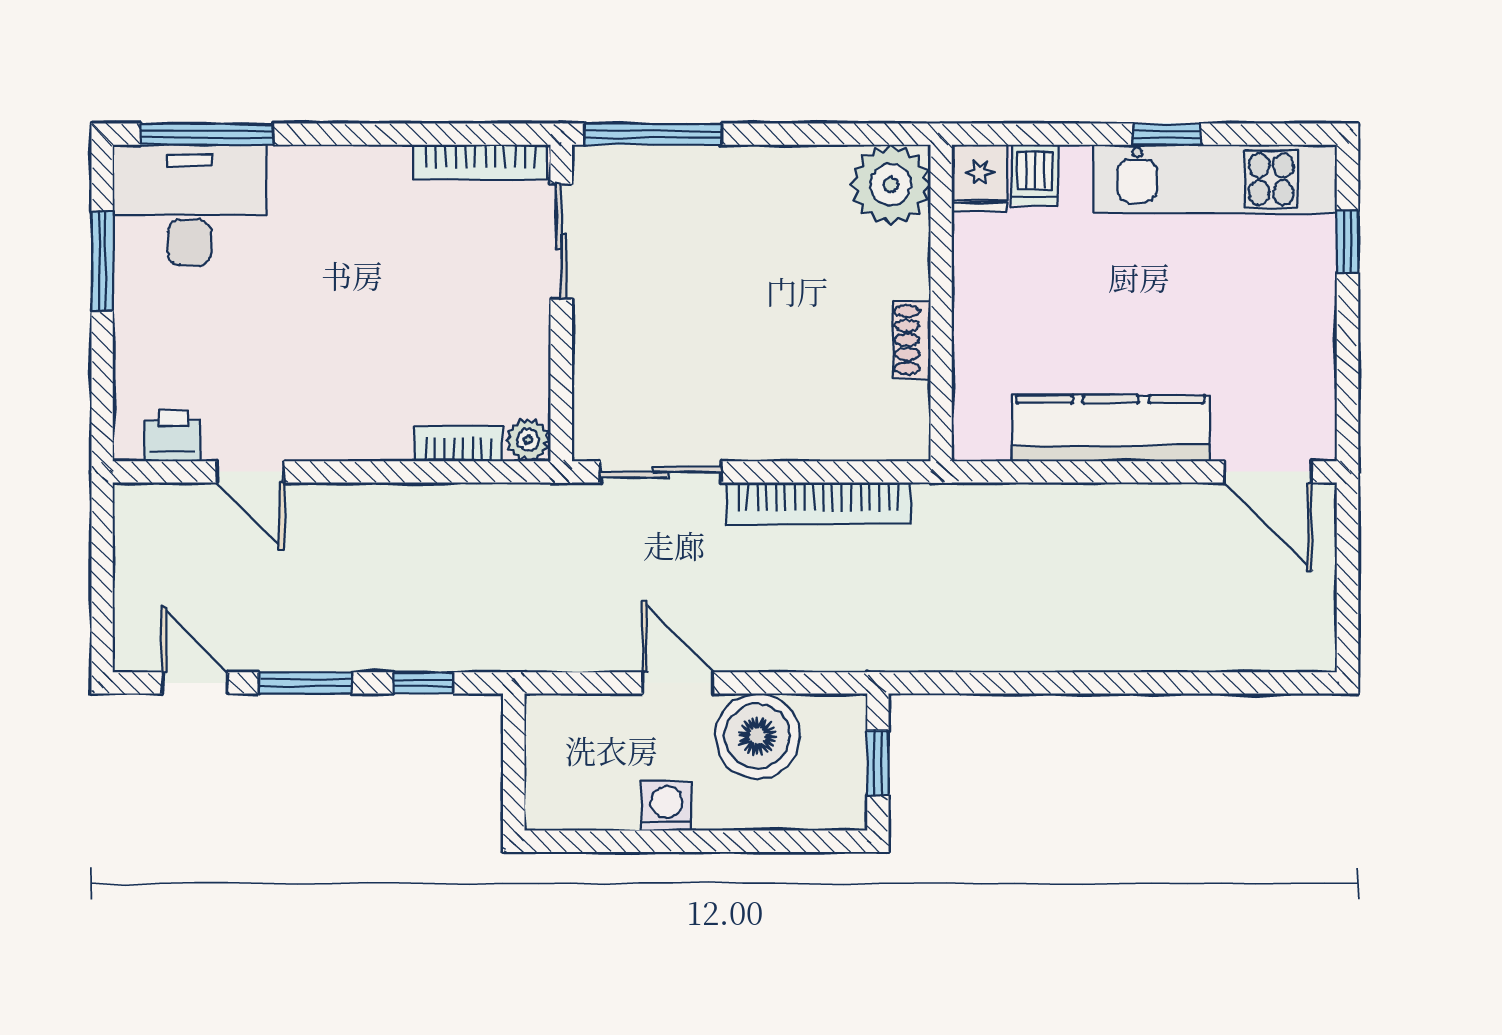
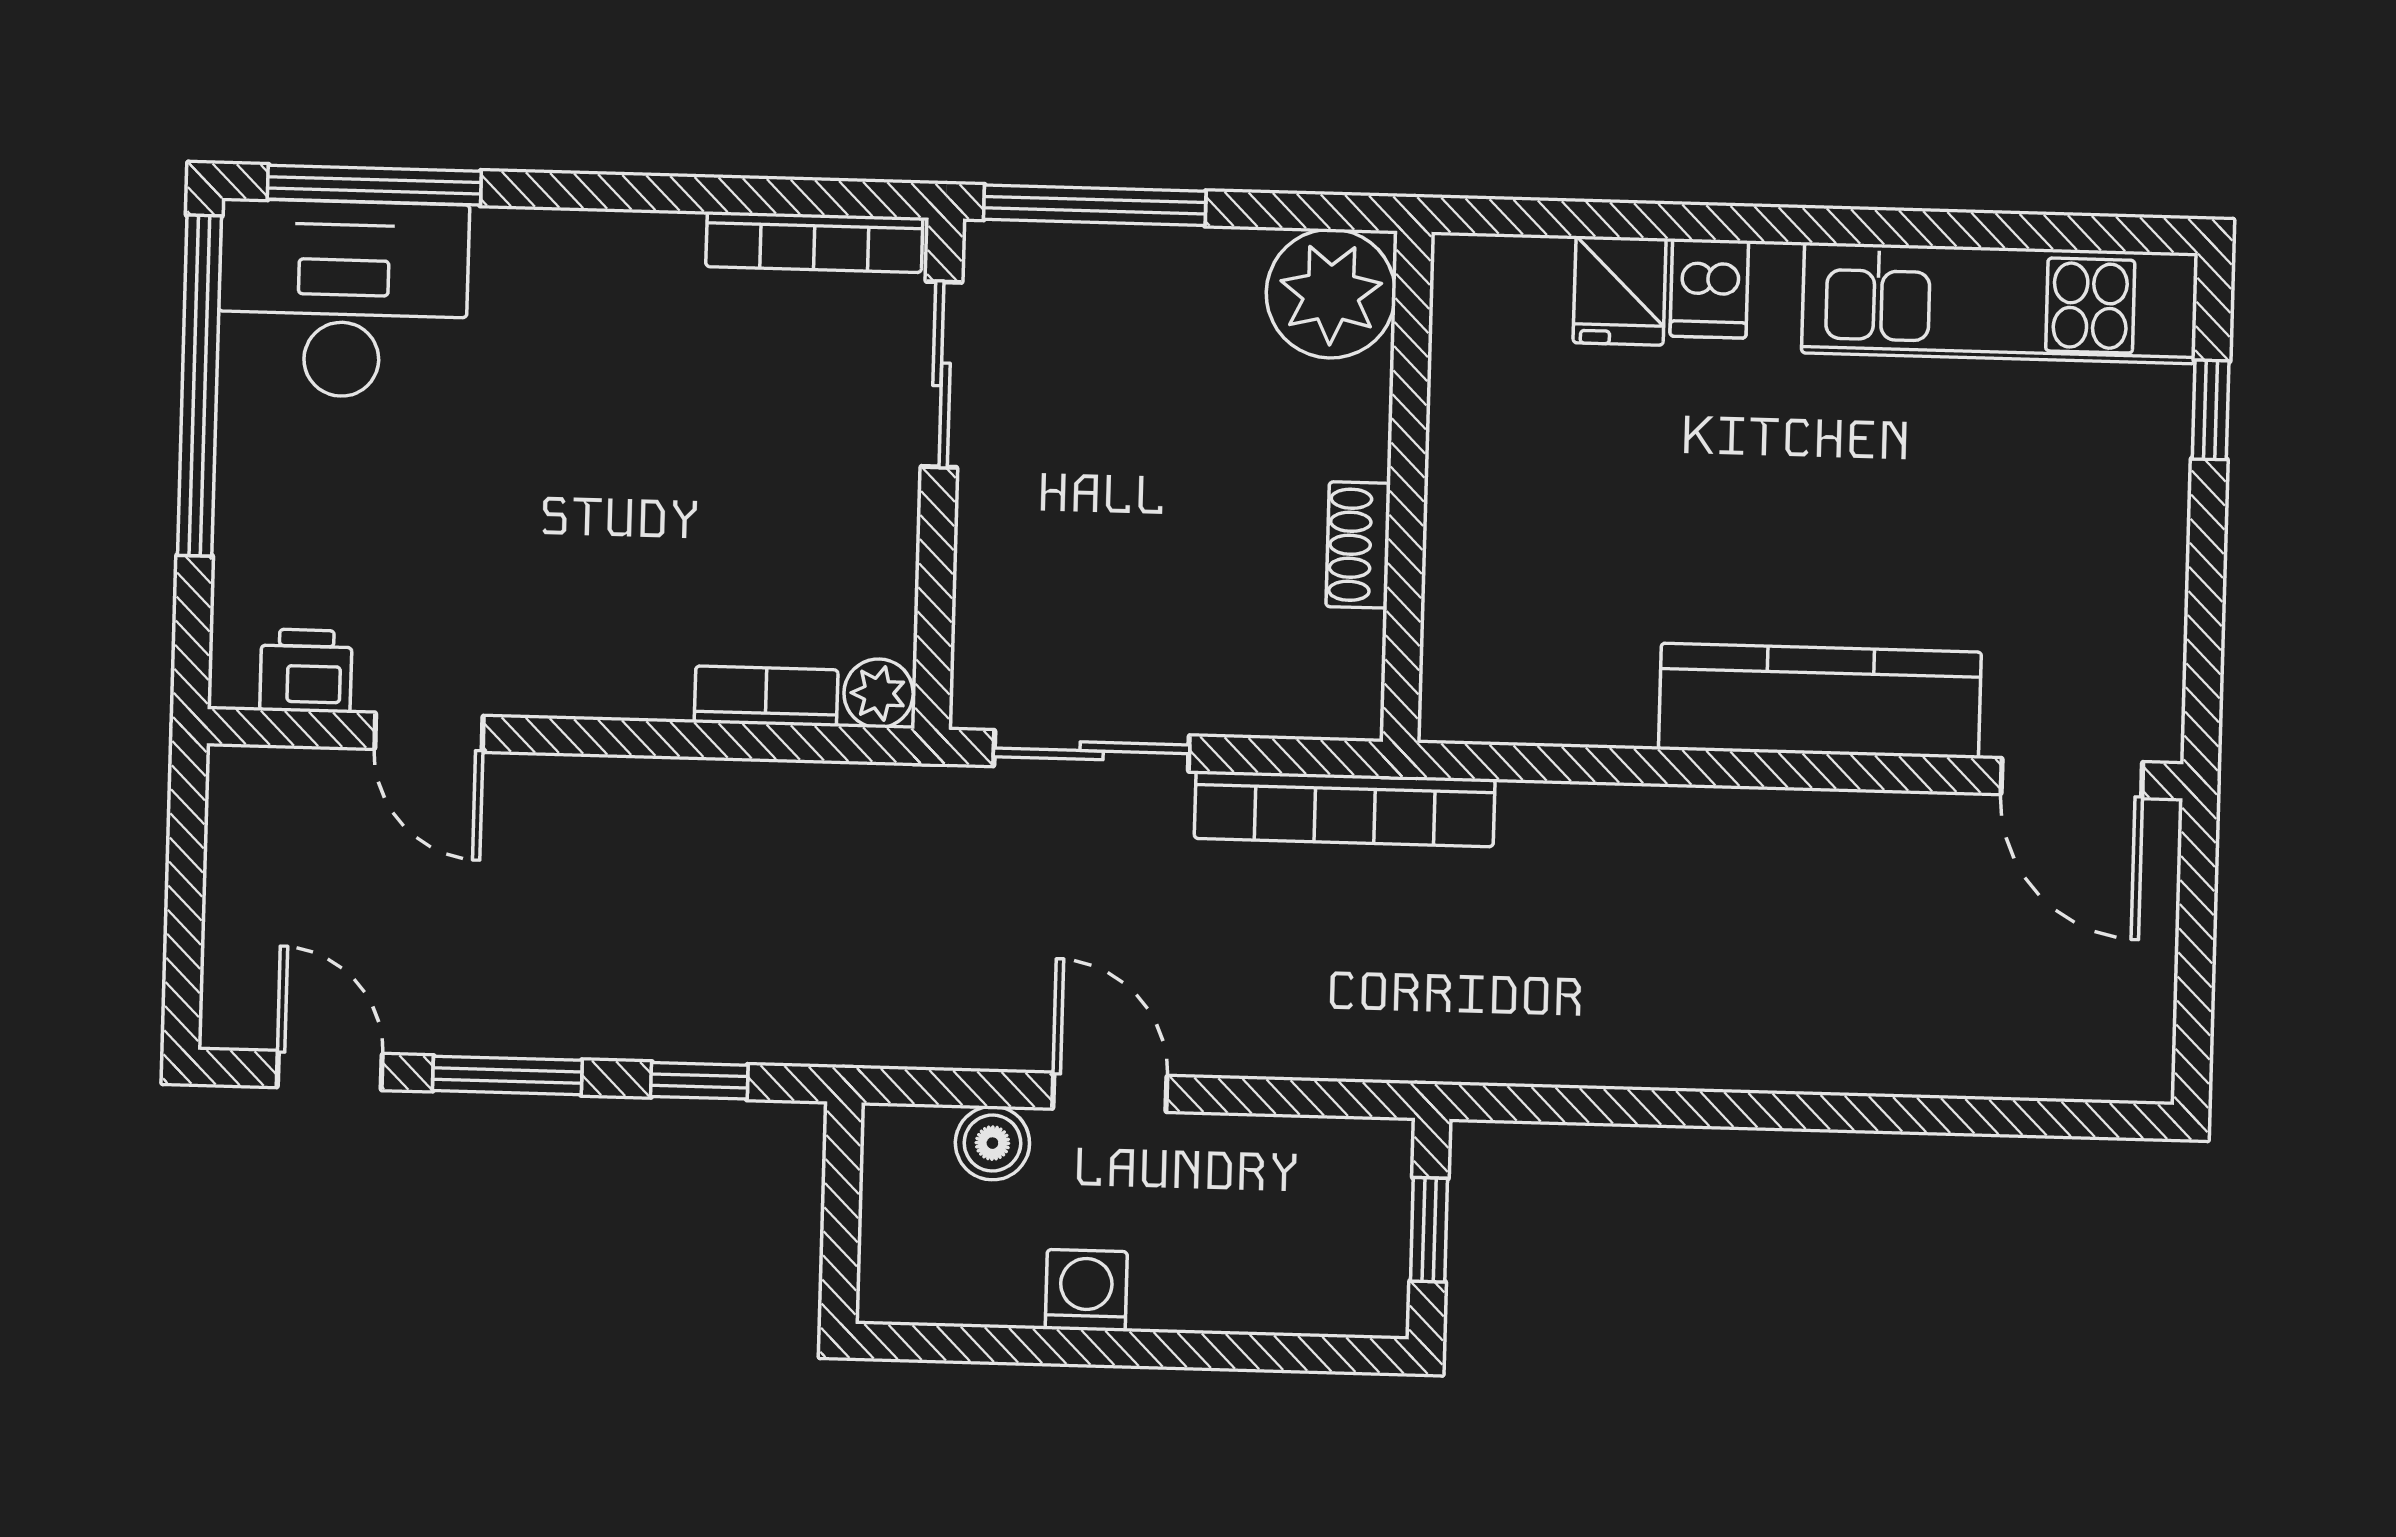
window: (1167, 134) -> (1924, 228), removed
plant: (891, 185) -> (1331, 294), moved
window: (102, 261) -> (199, 386), width x2.11
wall: (941, 303) -> (1407, 487), moved
shoe rack: (912, 340) -> (1358, 545), moved
boiler: (757, 736) -> (992, 1143), moved, width x0.54, depth x0.54

